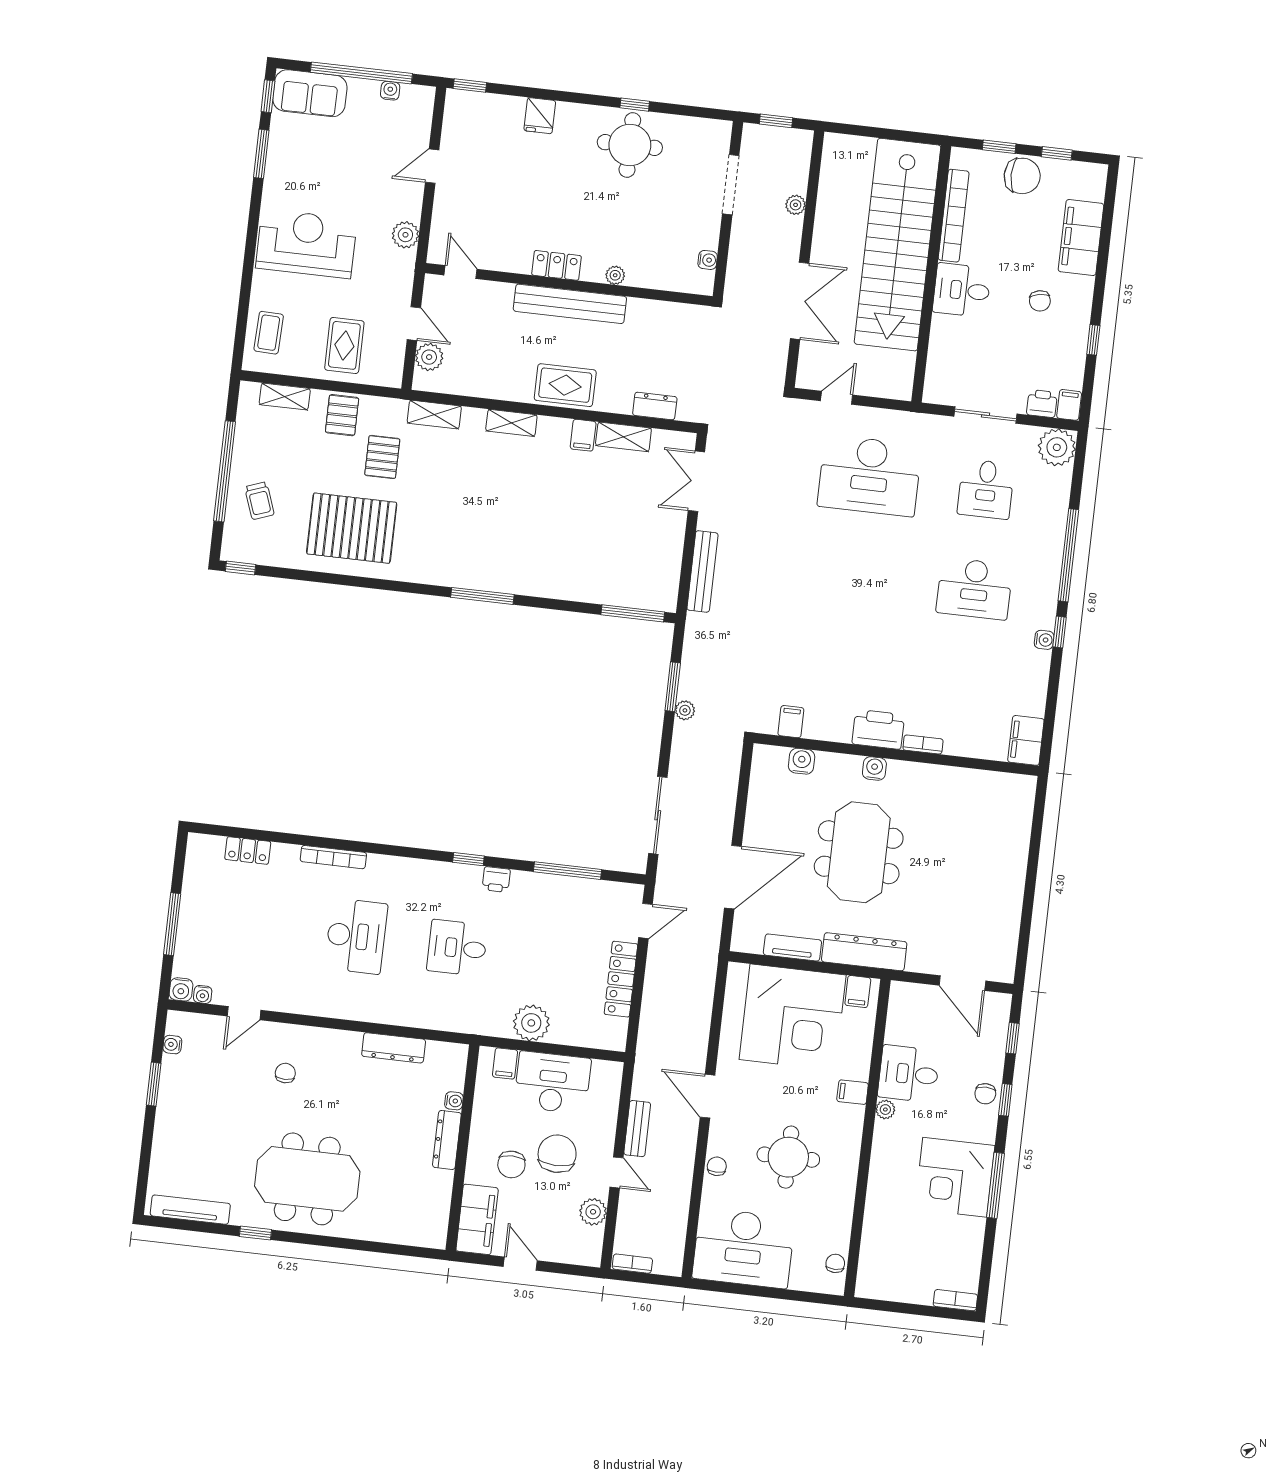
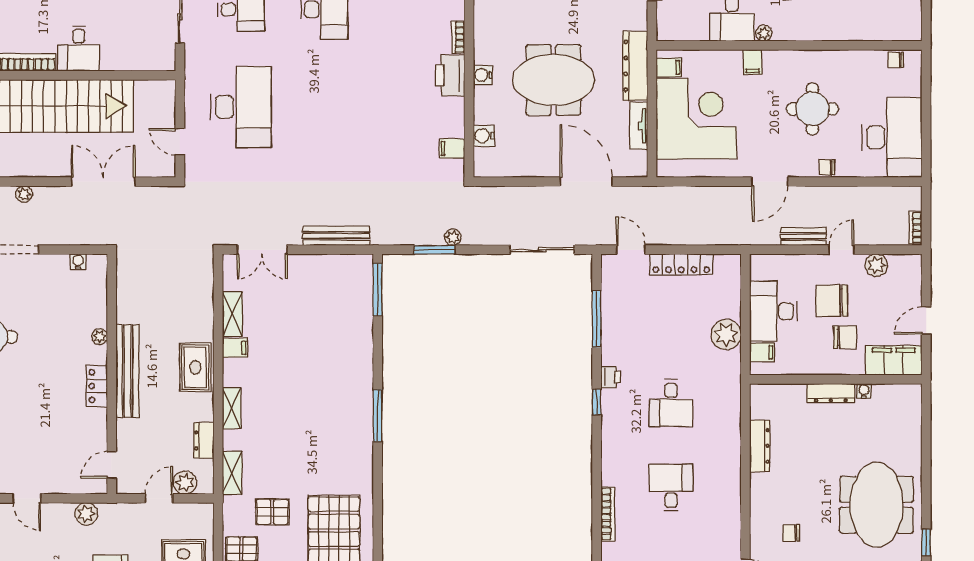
dresser: (655, 406) -> (204, 440), moved
desk: (356, 936) -> (671, 488), width x0.73
water cooler: (454, 1101) -> (864, 391), moved

